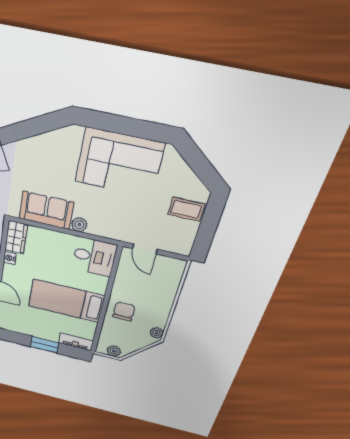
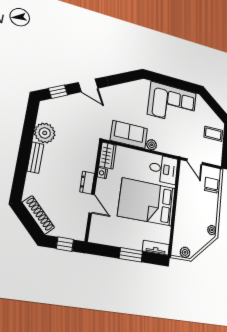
bed: (66, 301) -> (147, 202), width x1.50
chair: (124, 311) -> (211, 185), moved

